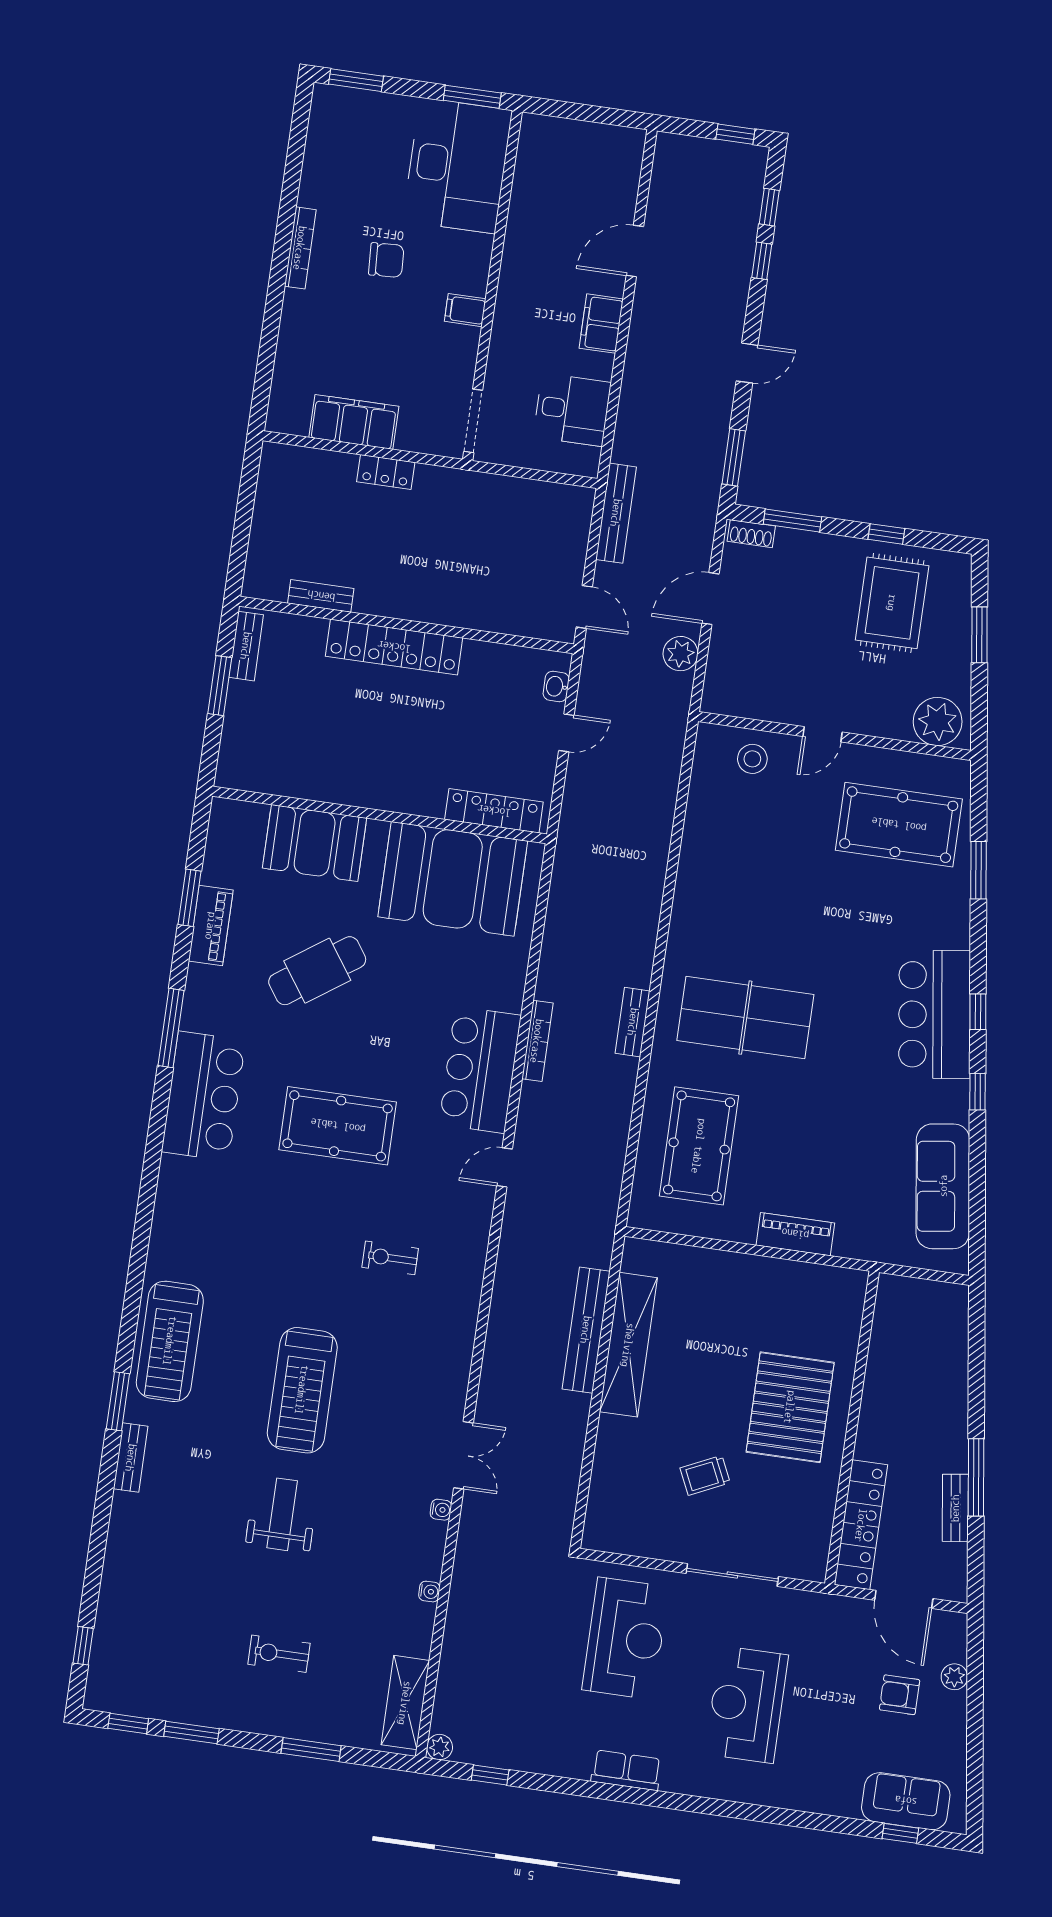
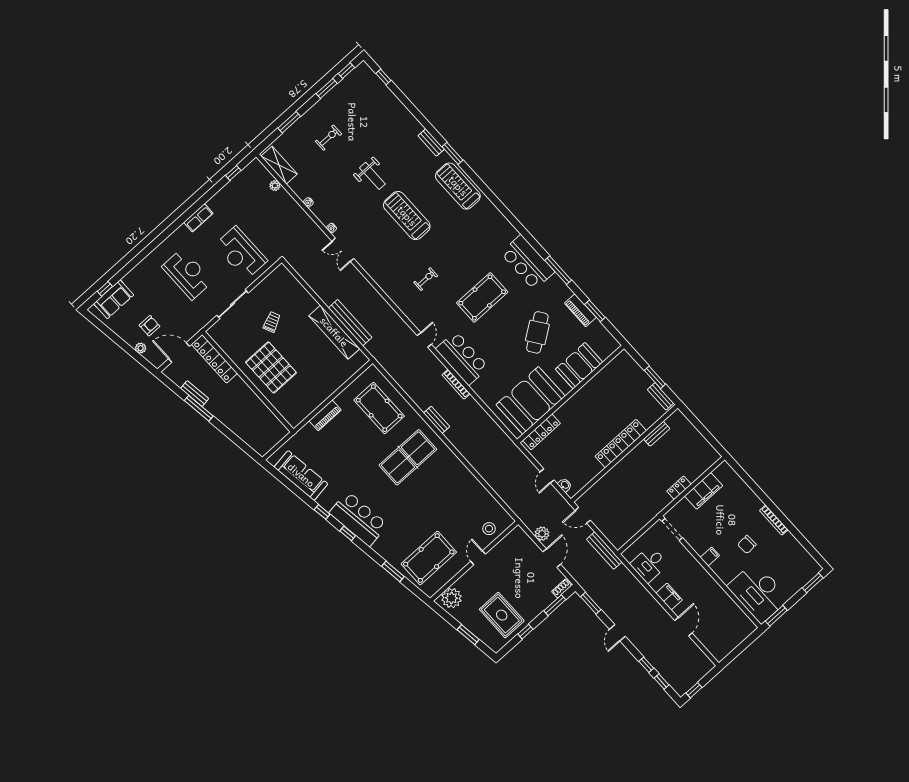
plant: (440, 1747) -> (275, 186), moved

